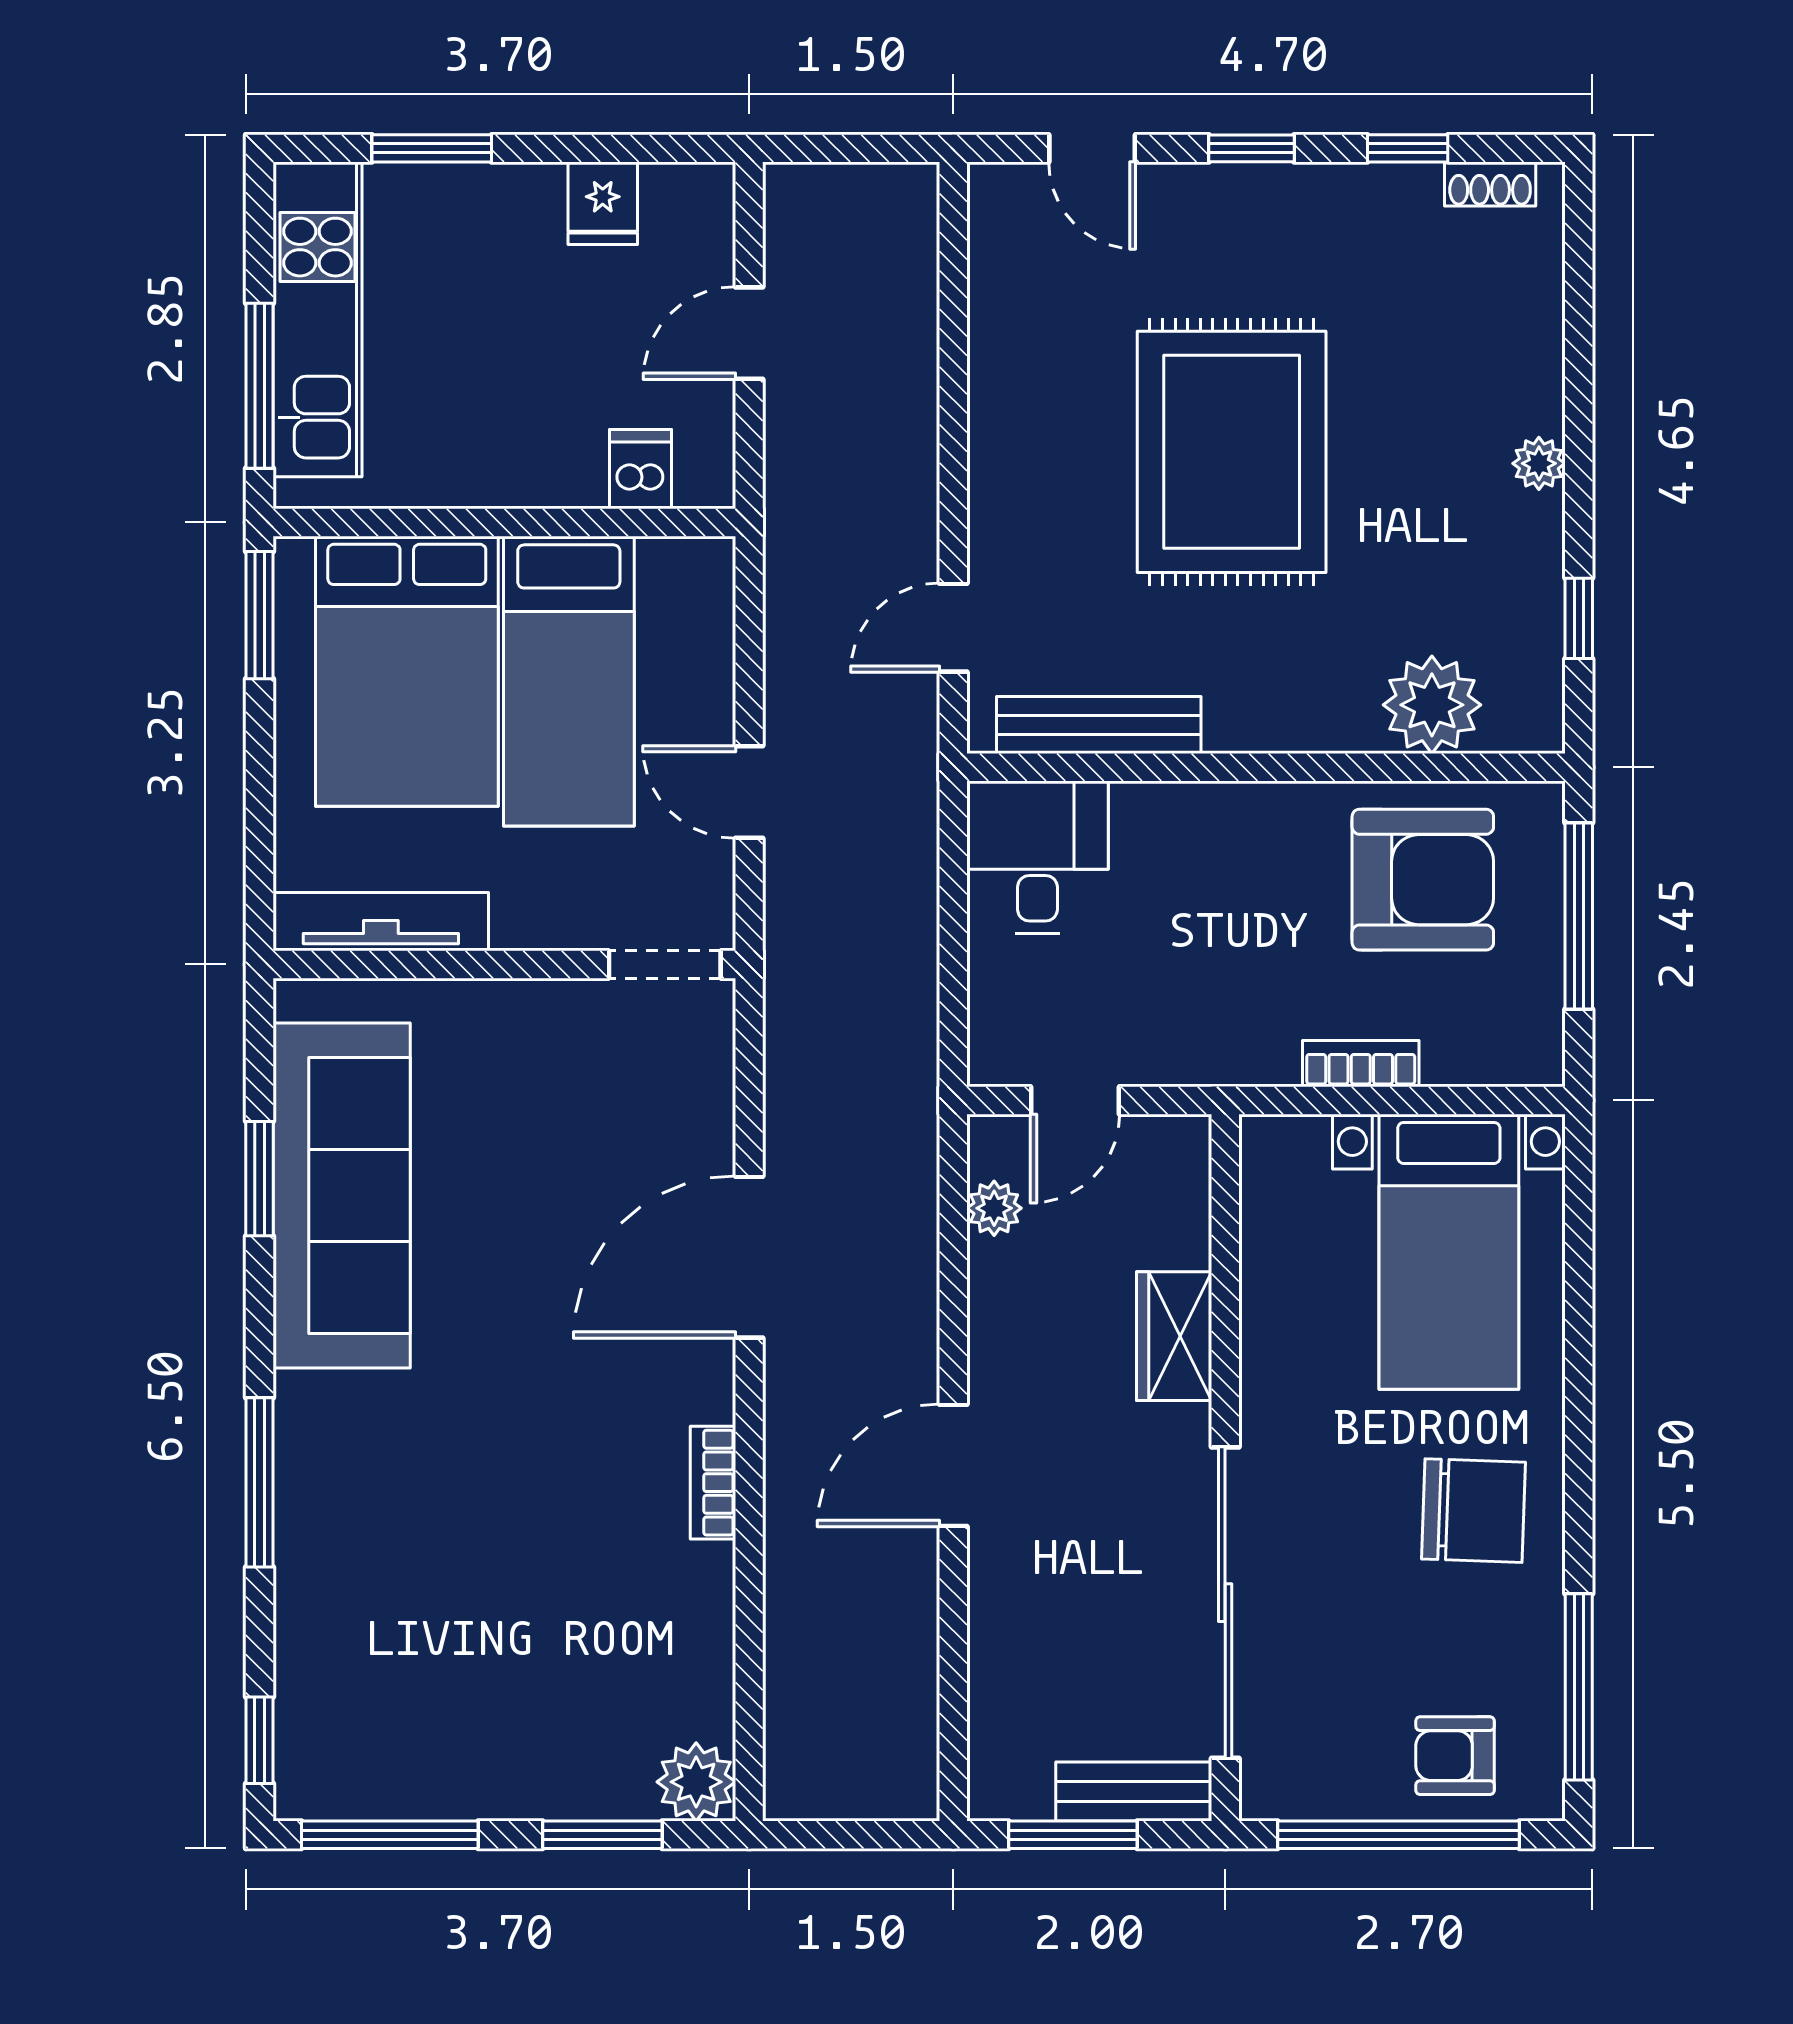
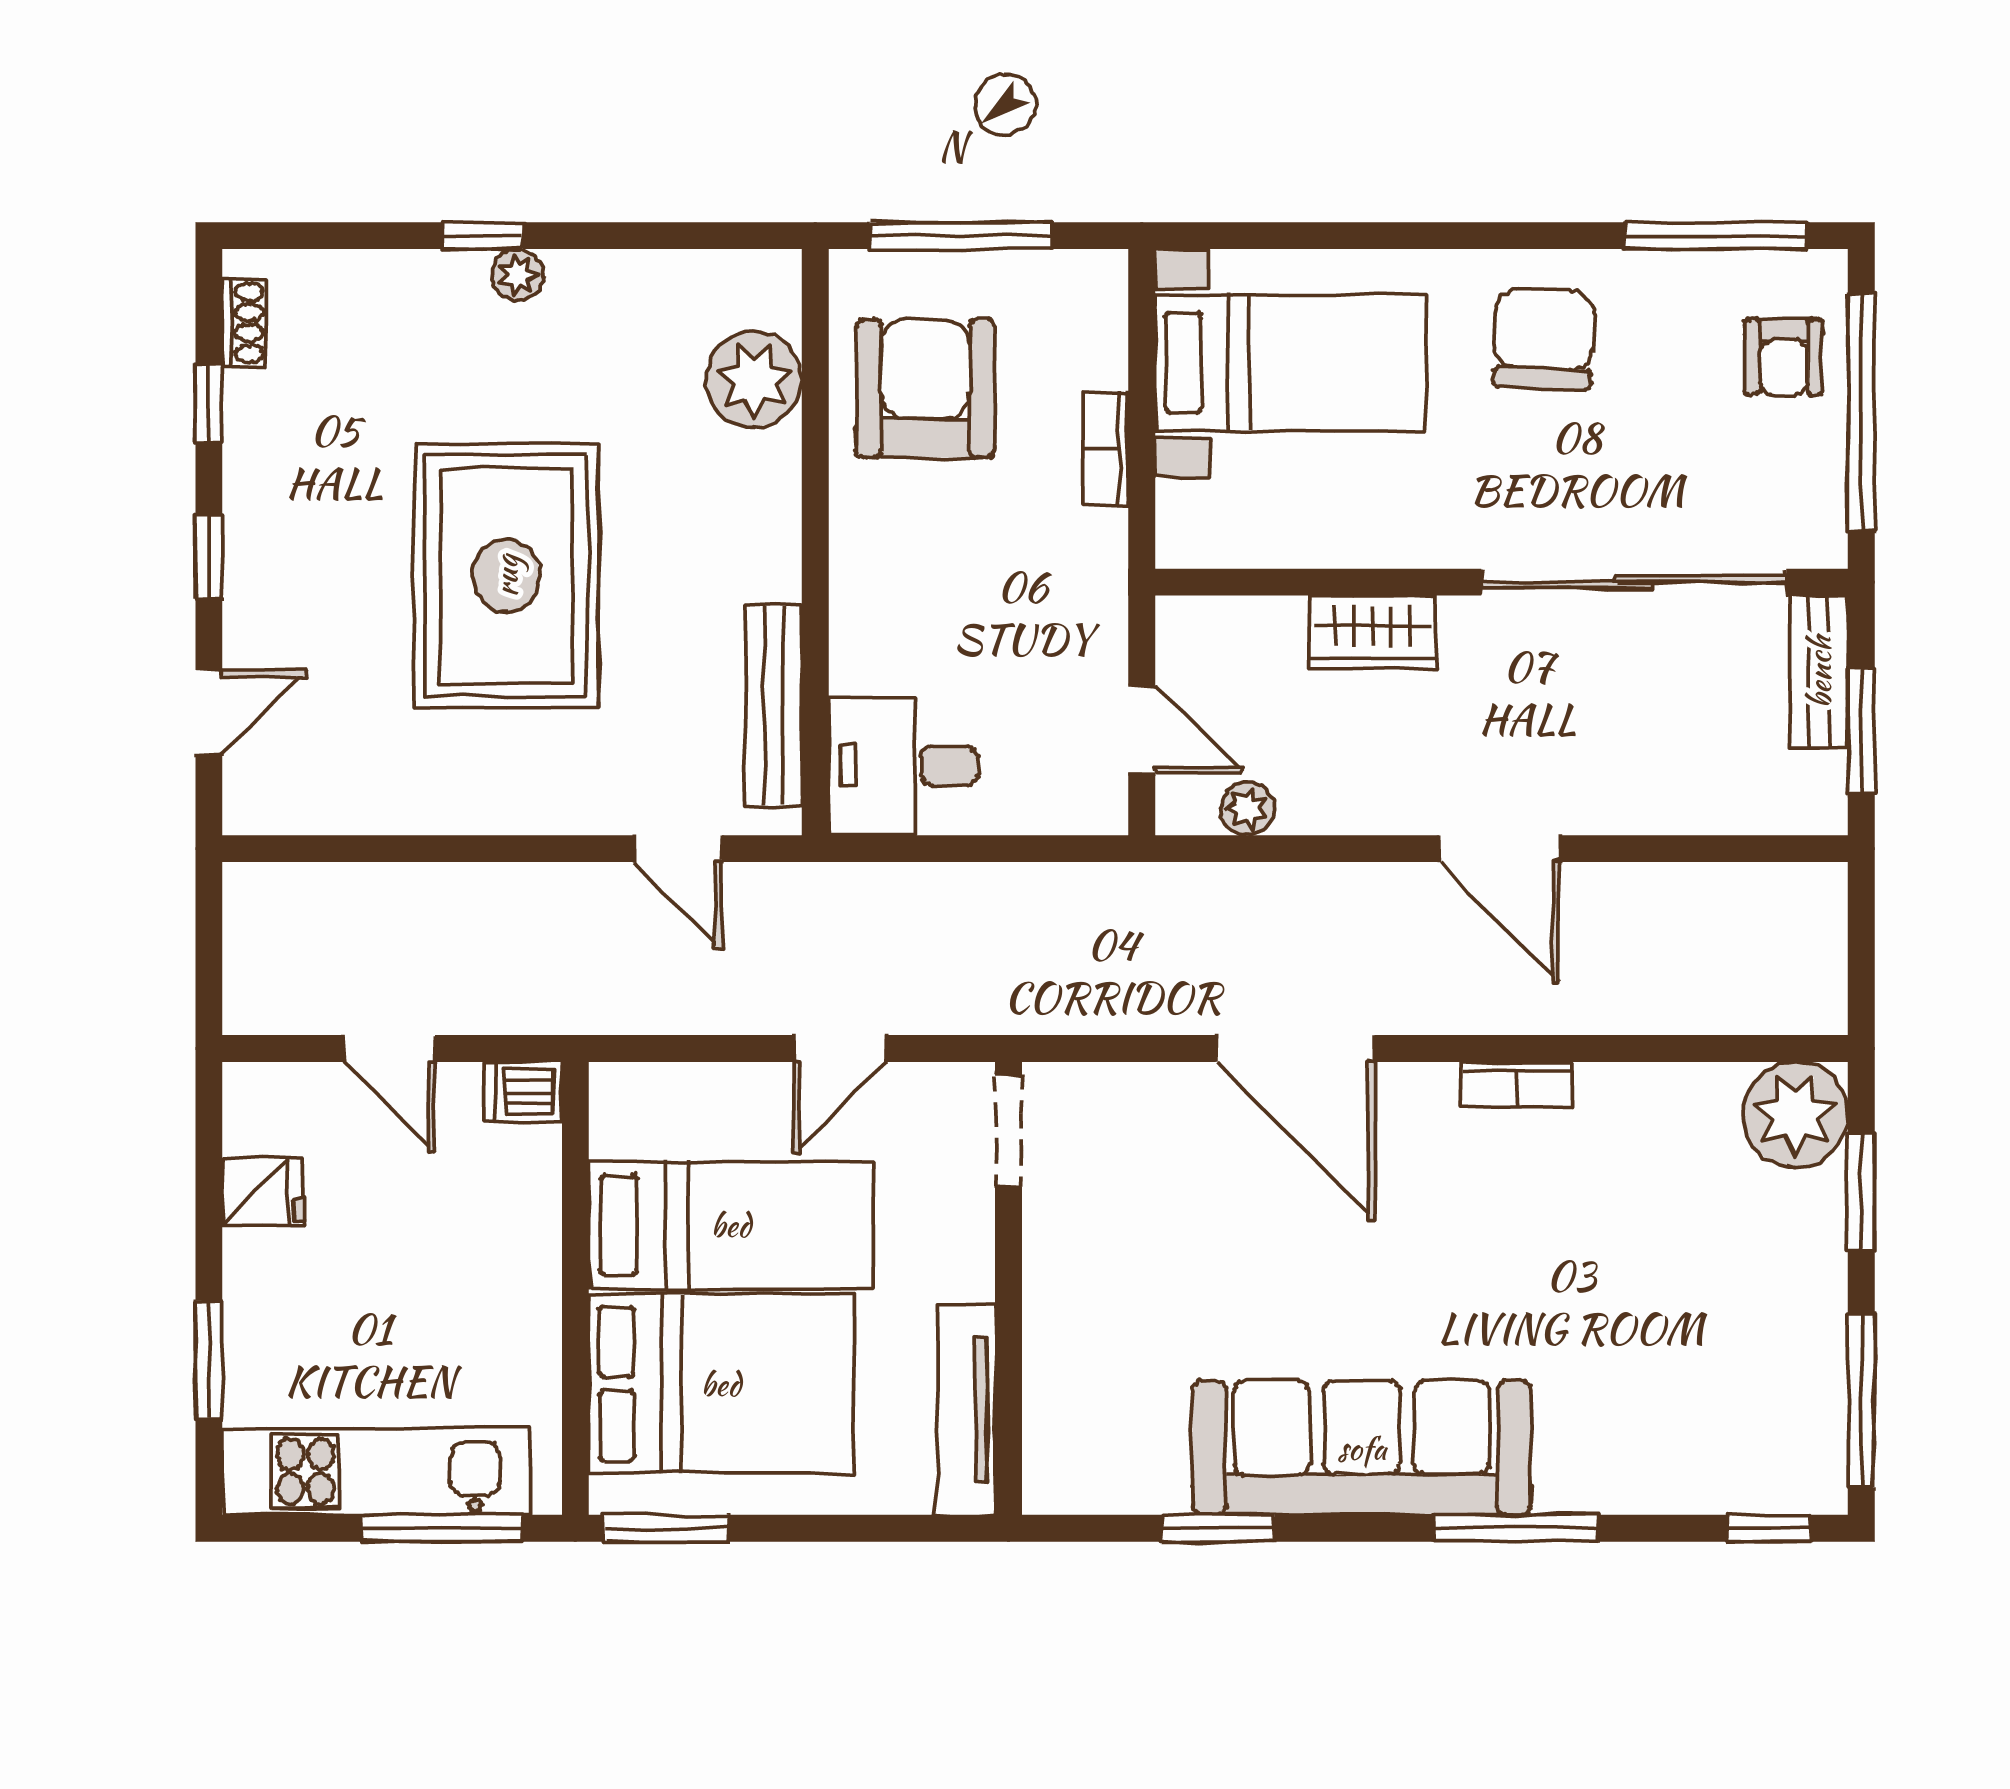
rug: (1232, 452) -> (506, 576), turned 90
dishwasher: (641, 469) -> (523, 1092), moved
window: (1579, 618) -> (483, 236), moved
sofa: (342, 1196) -> (1362, 1448), moved
plant: (696, 1782) -> (1795, 1114), width x1.36, depth x1.36

